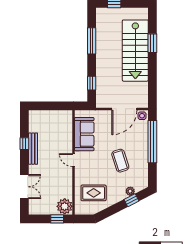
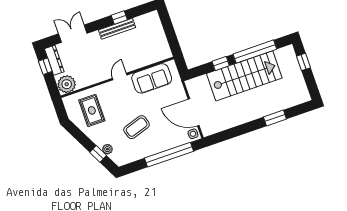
window: (92, 41) -> (255, 52), width x1.46
stairs: (135, 51) -> (244, 76), moved, turned 180
window: (92, 83) -> (221, 63), moved
double door: (24, 187) -> (73, 34), swing flipped
dresser: (41, 210) -> (54, 60), added
window: (57, 219) -> (45, 66), moved

